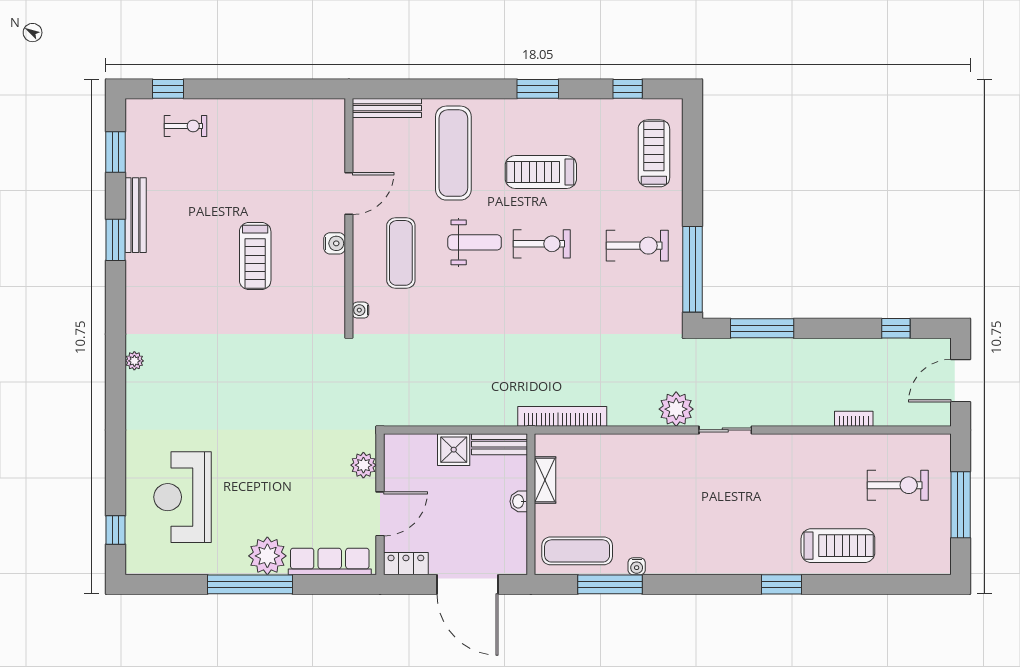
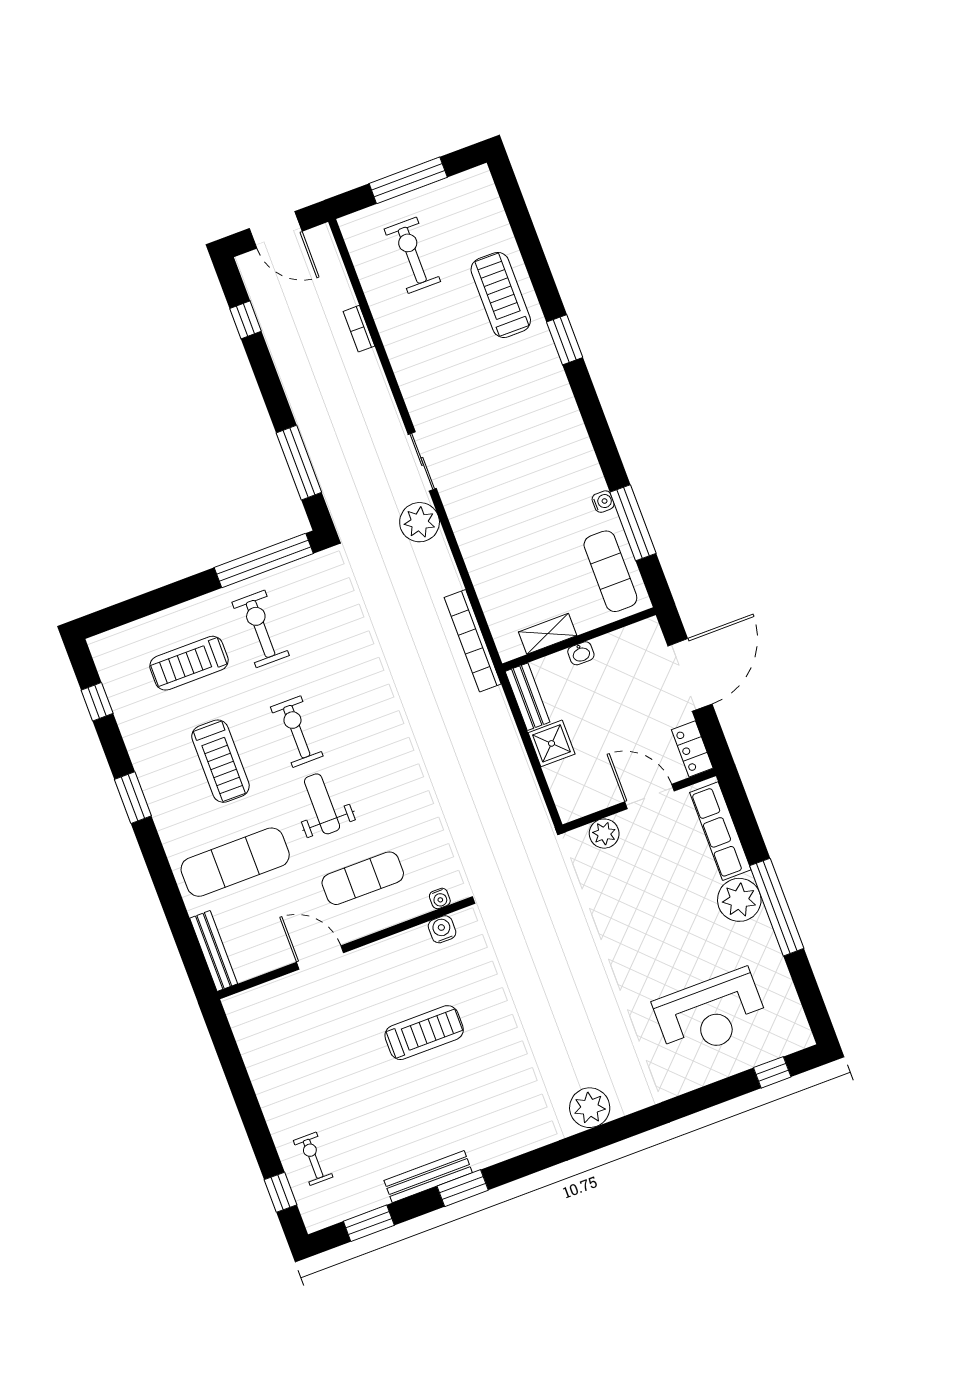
treadmill: (654, 153) -> (189, 663), moved
water cooler: (335, 243) -> (442, 929), moved
plant: (134, 361) -> (590, 1108), width x1.88, depth x1.88

